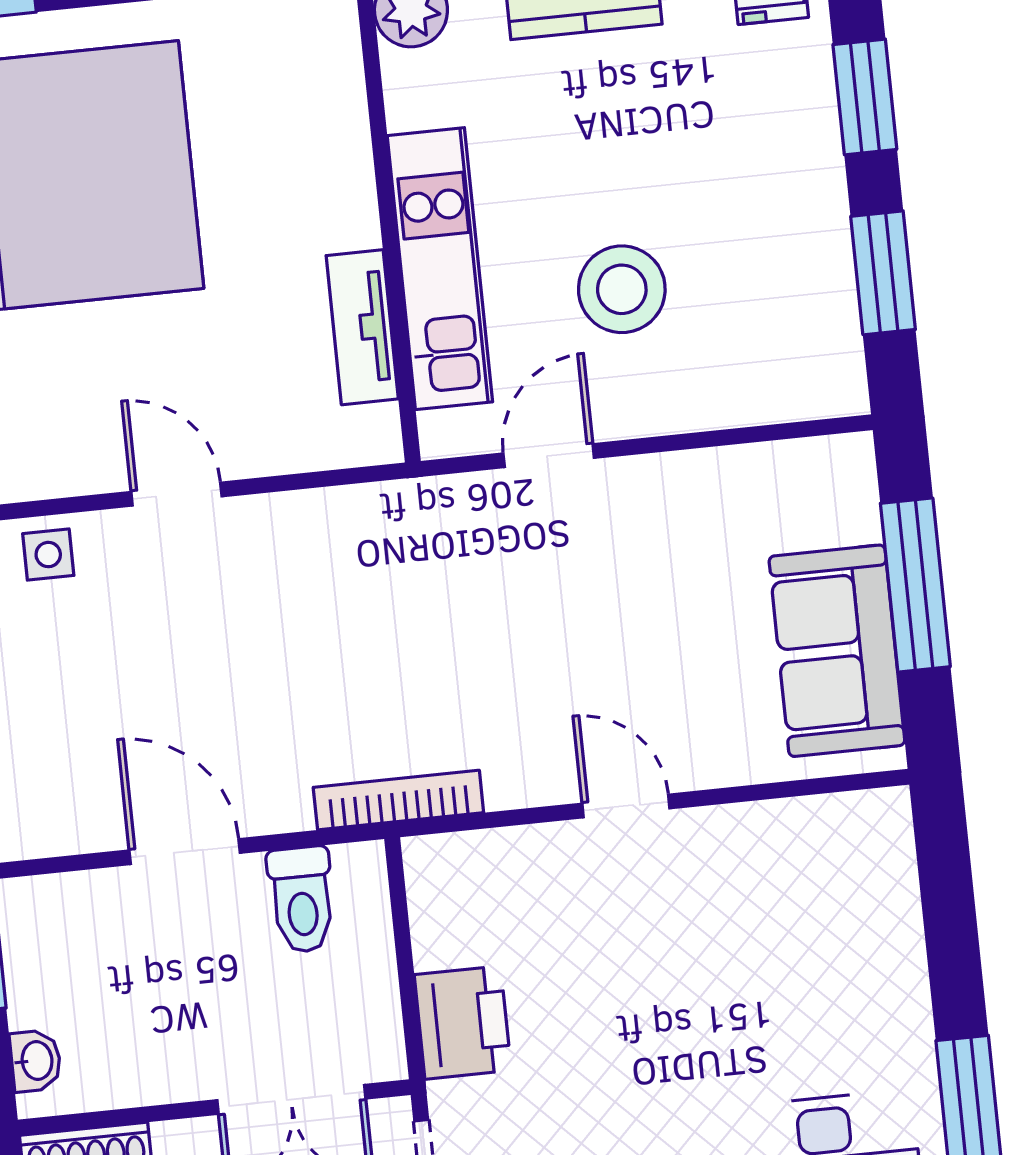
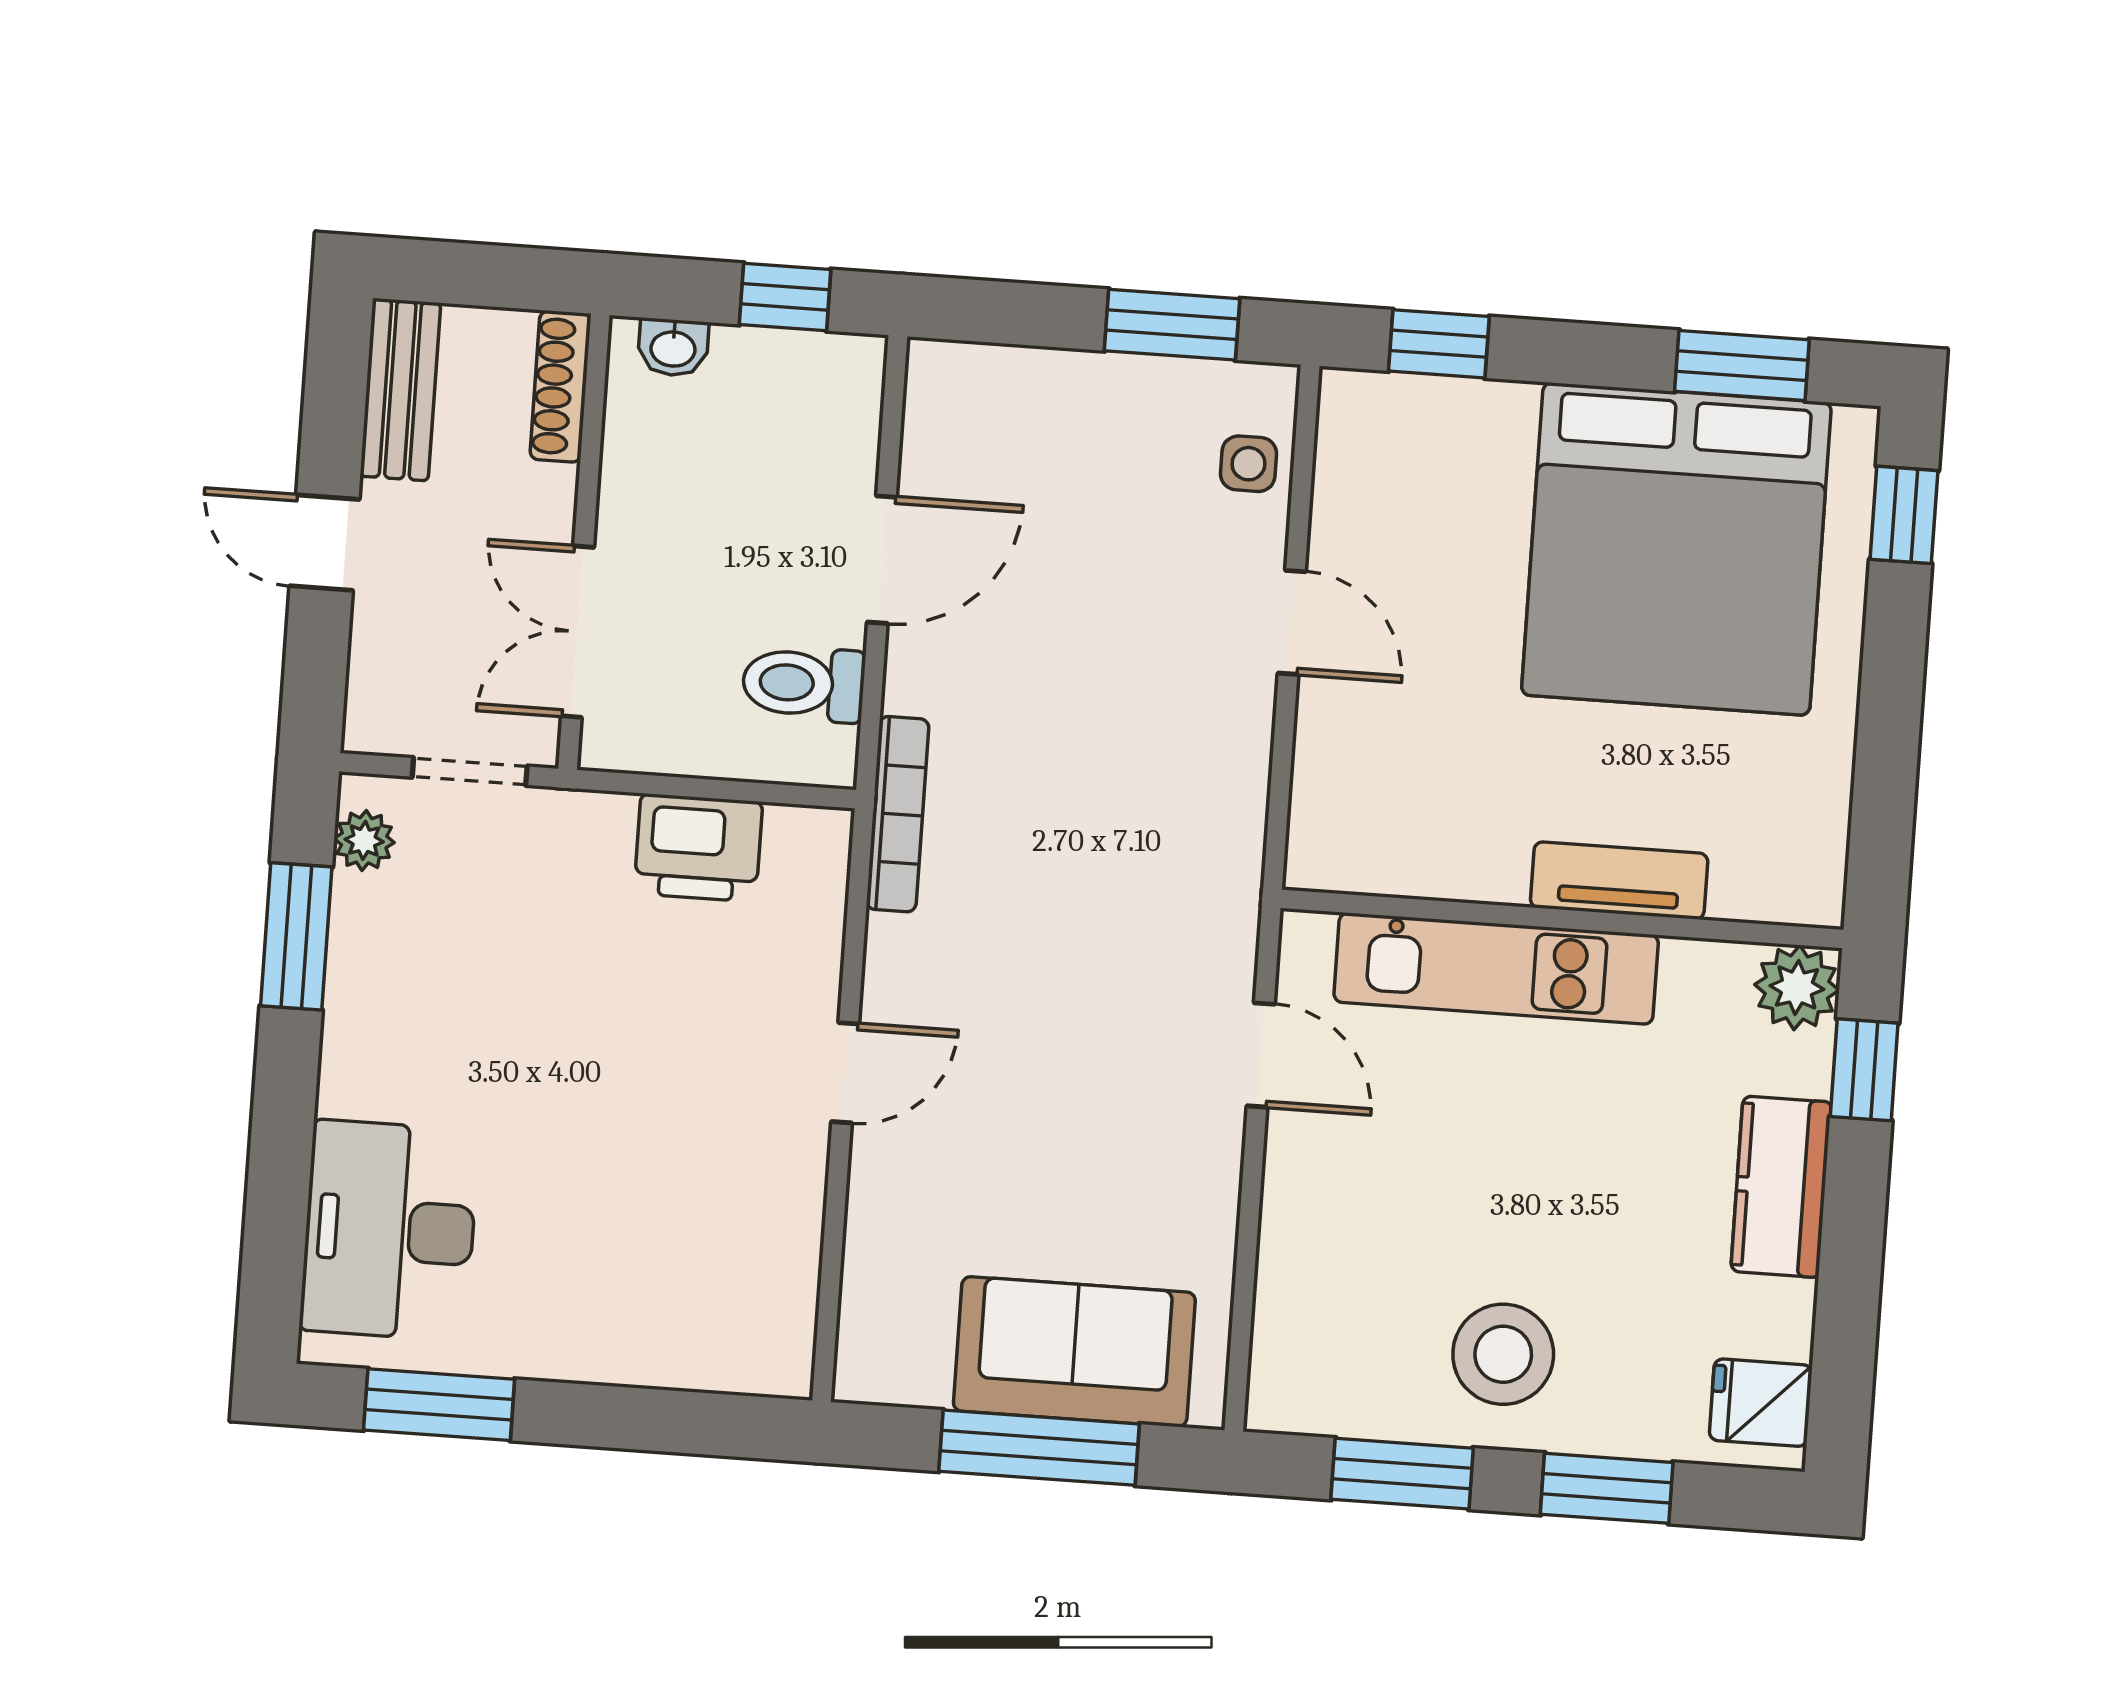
stool: (622, 289) -> (1503, 1354), moved
tv unit: (362, 327) -> (1619, 880), moved
door: (176, 494) -> (1292, 622), hinge flipped
sofa: (837, 651) -> (1074, 1352), moved
printer: (463, 1023) -> (698, 848), moved

